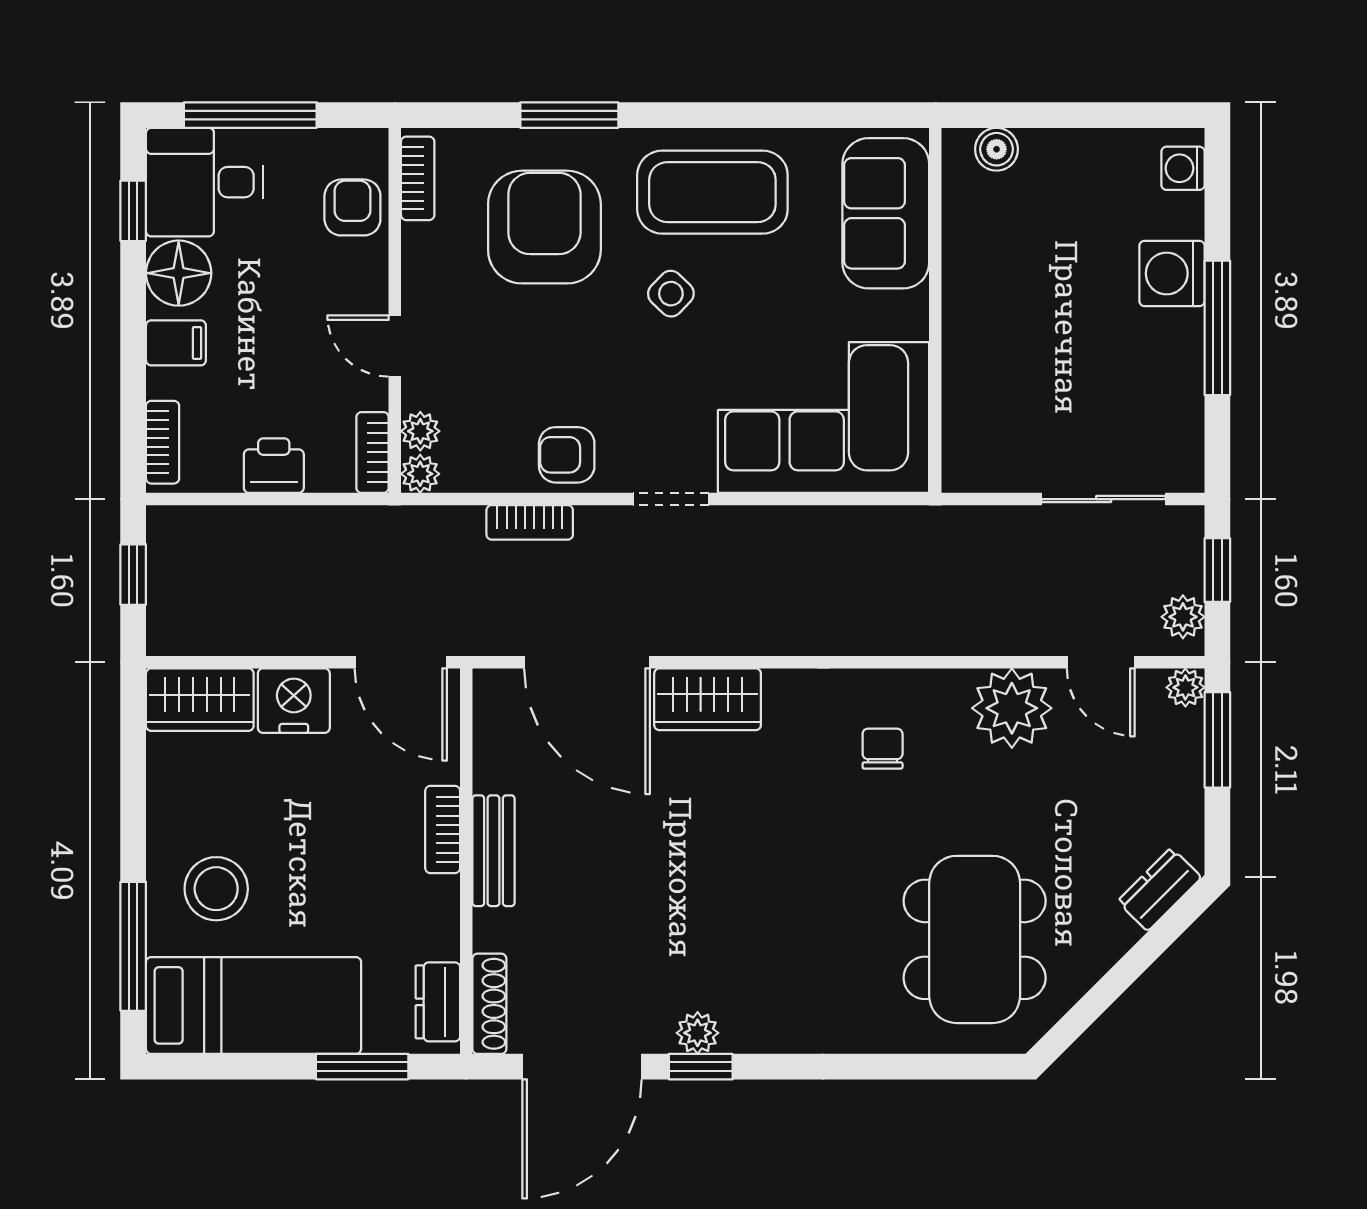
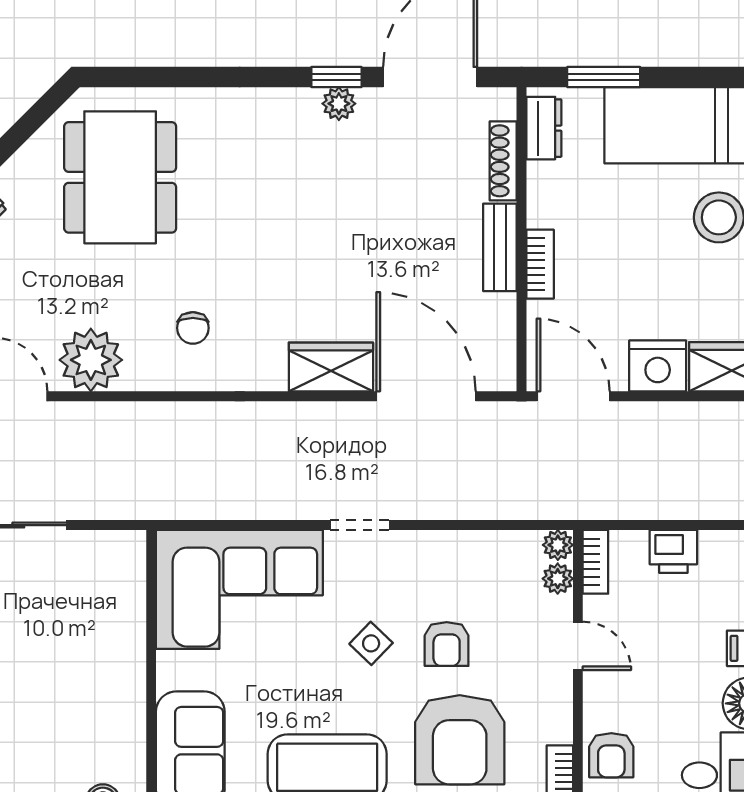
side table: (671, 294) -> (371, 643), moved
armchair: (567, 455) -> (447, 644), moved, turned 90
bookcase: (530, 522) -> (471, 507), removed
shoe rack: (489, 1004) -> (503, 161), moved

